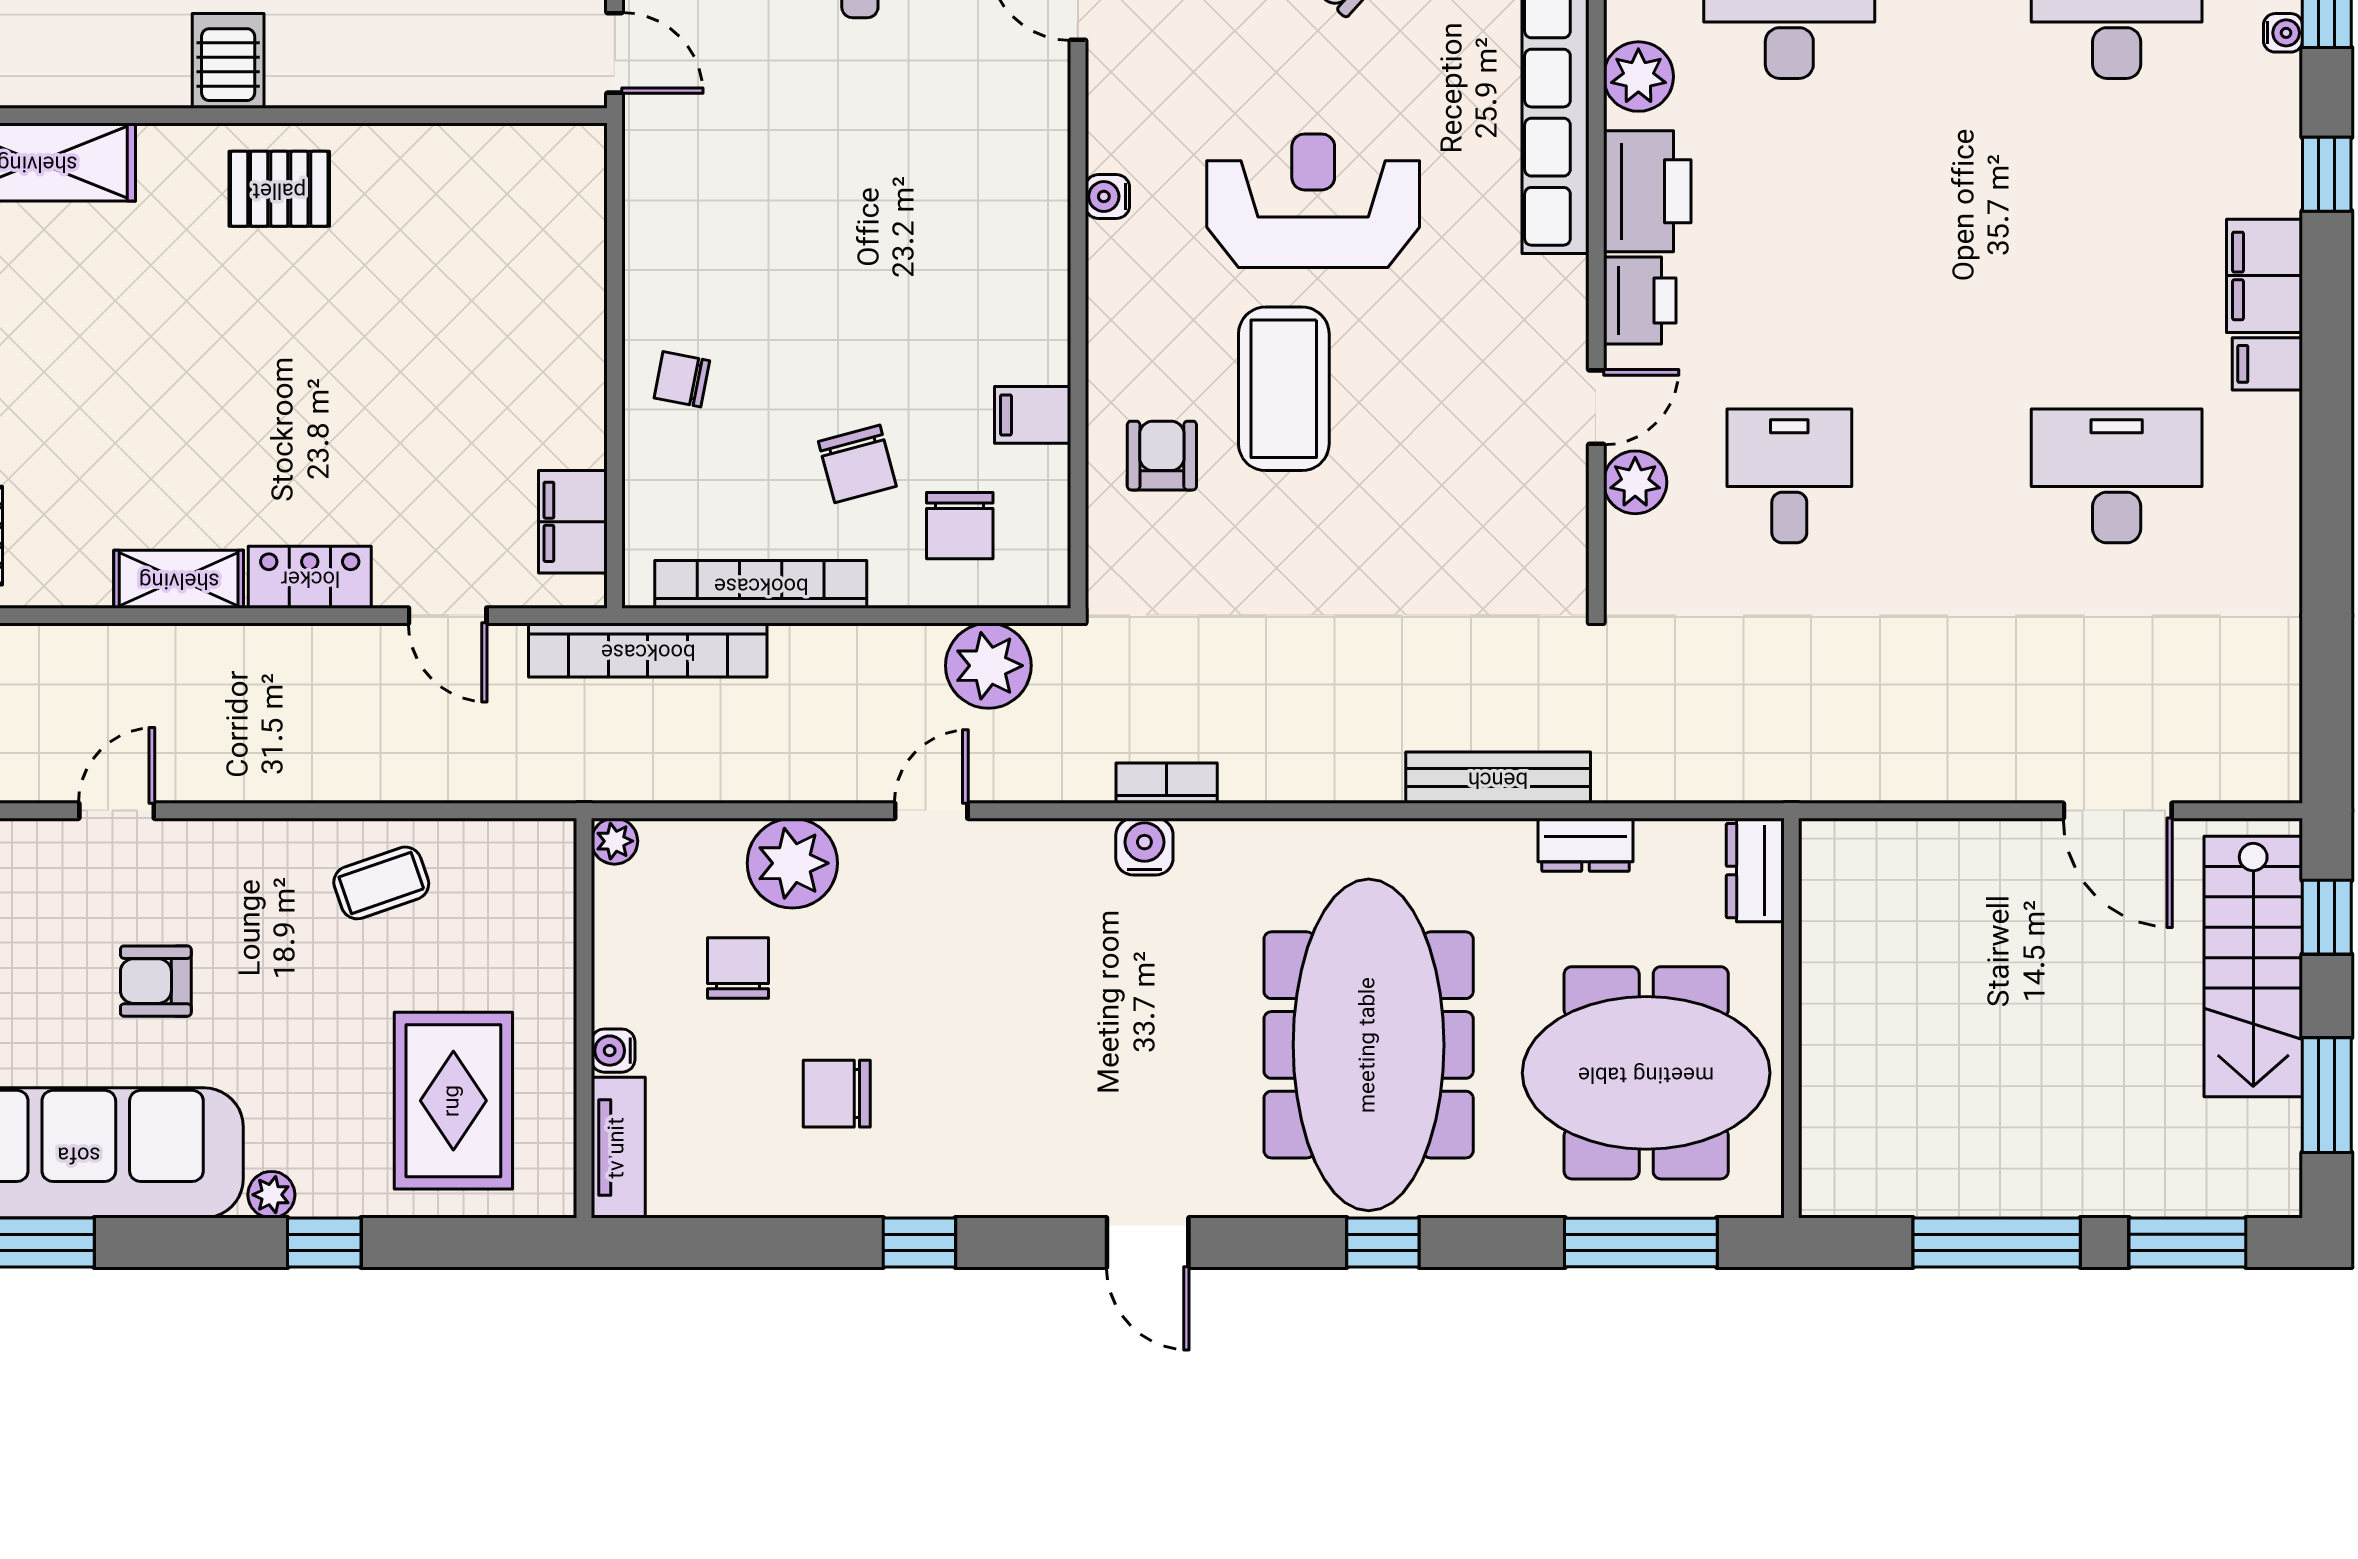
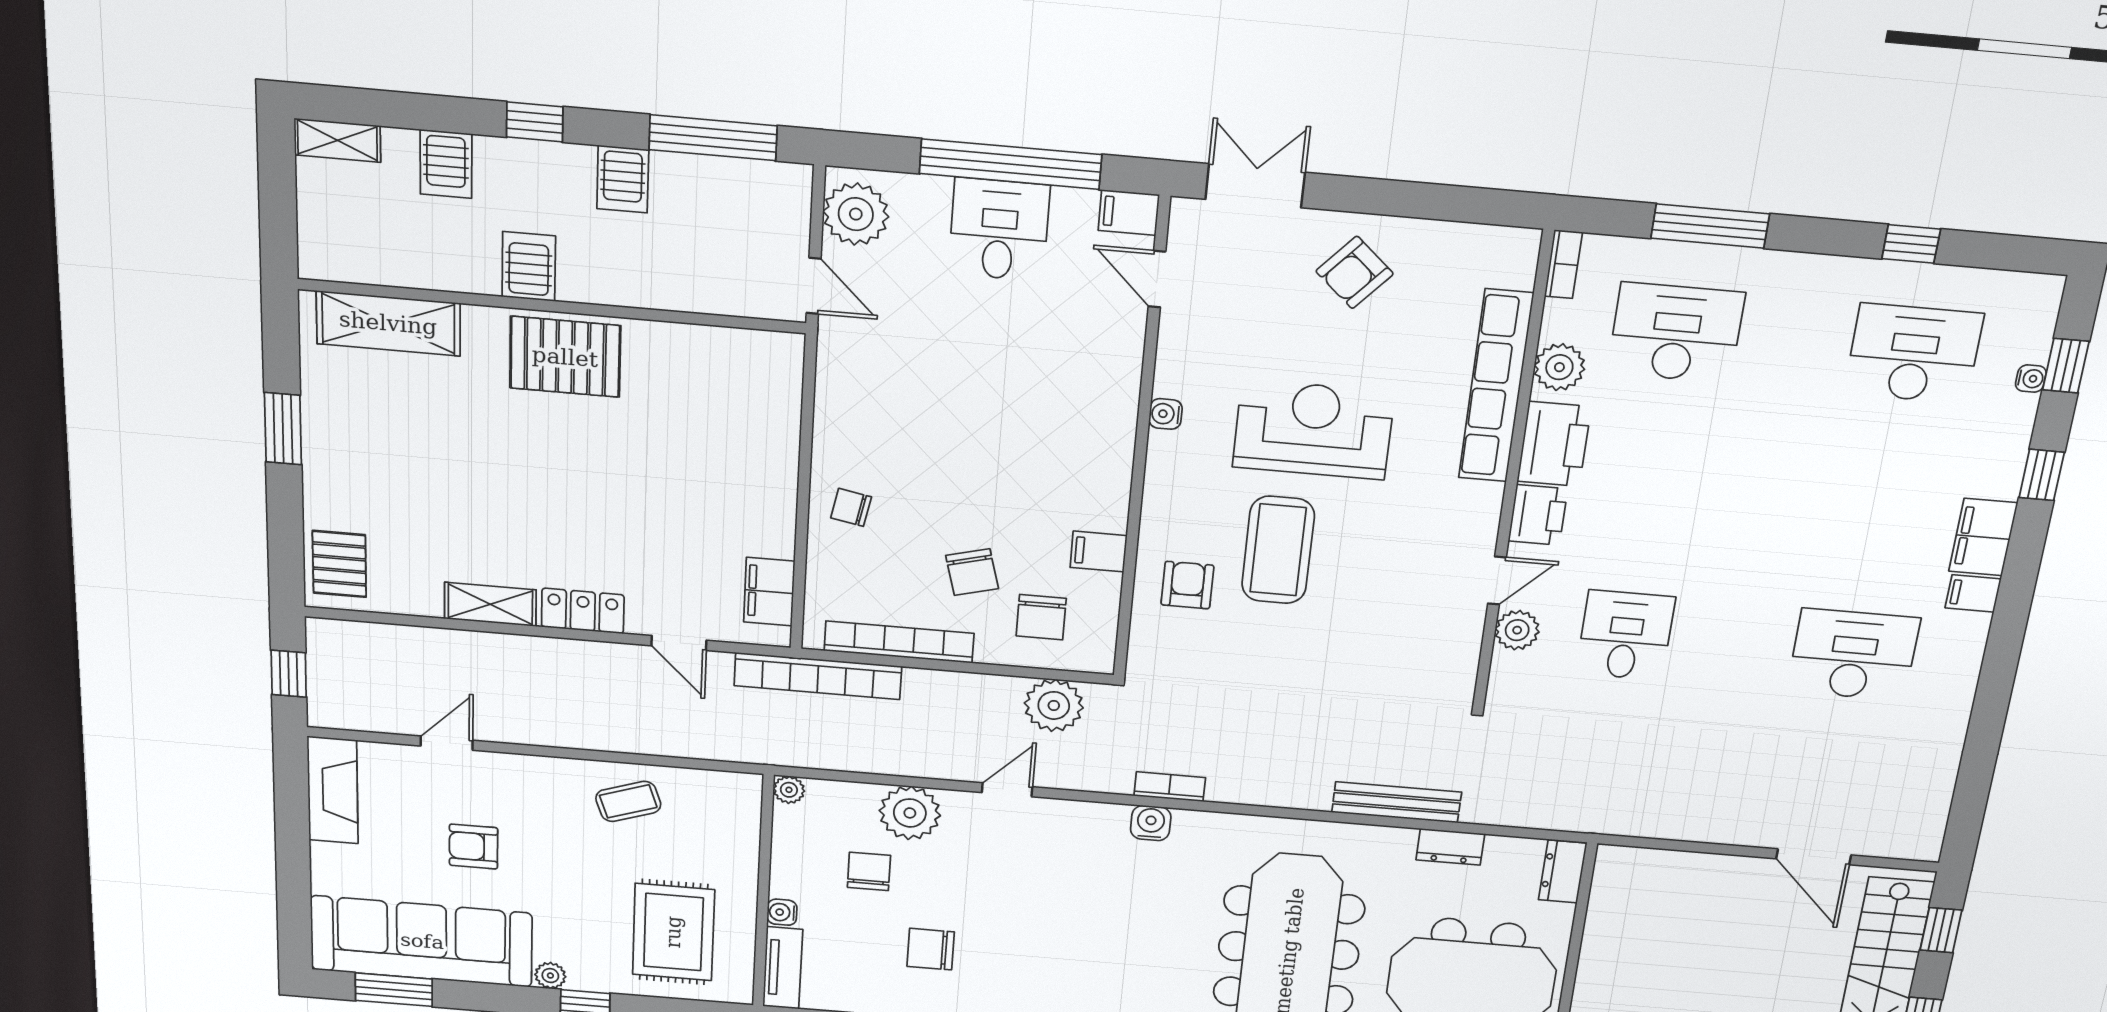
pallet: (279, 189) -> (565, 357), width x1.50, depth x1.42

